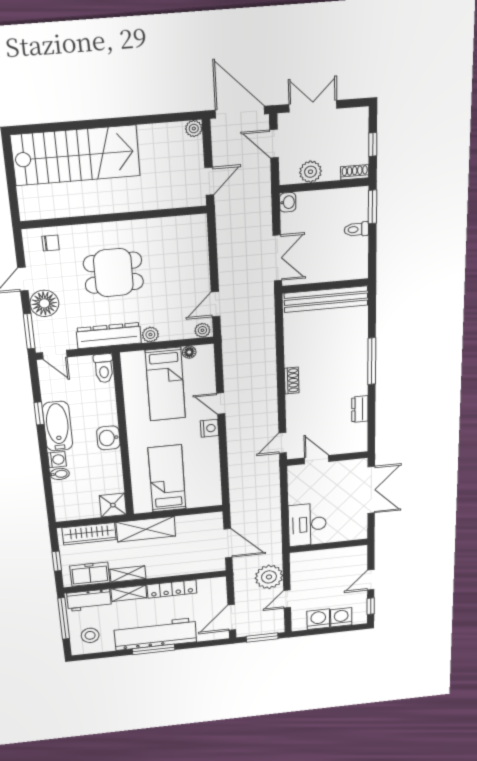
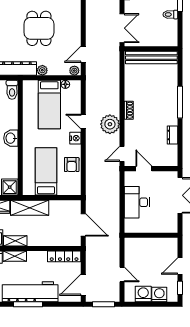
dining table: (113, 273) -> (39, 28), moved, turned 90
armchair: (206, 465) -> (72, 165), added
desk: (307, 525) -> (137, 202), moved
plant: (269, 577) -> (110, 124), moved
locker: (172, 589) -> (64, 256), moved
door: (287, 599) -> (122, 275), swing flipped

